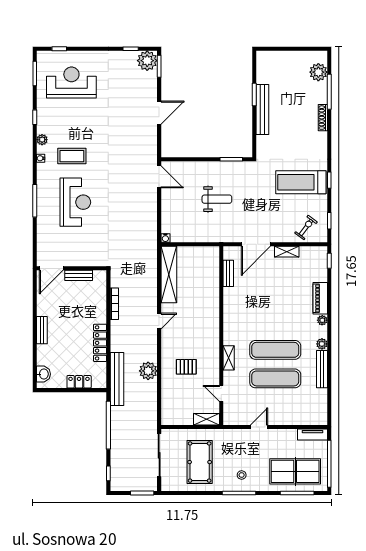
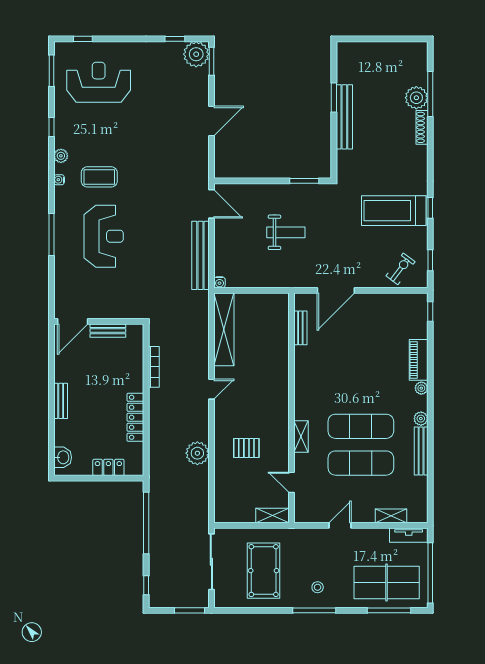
plant: (318, 72) -> (416, 98), moved
shelving: (287, 252) -> (391, 516), moved
bench: (117, 379) -> (200, 255), moved

